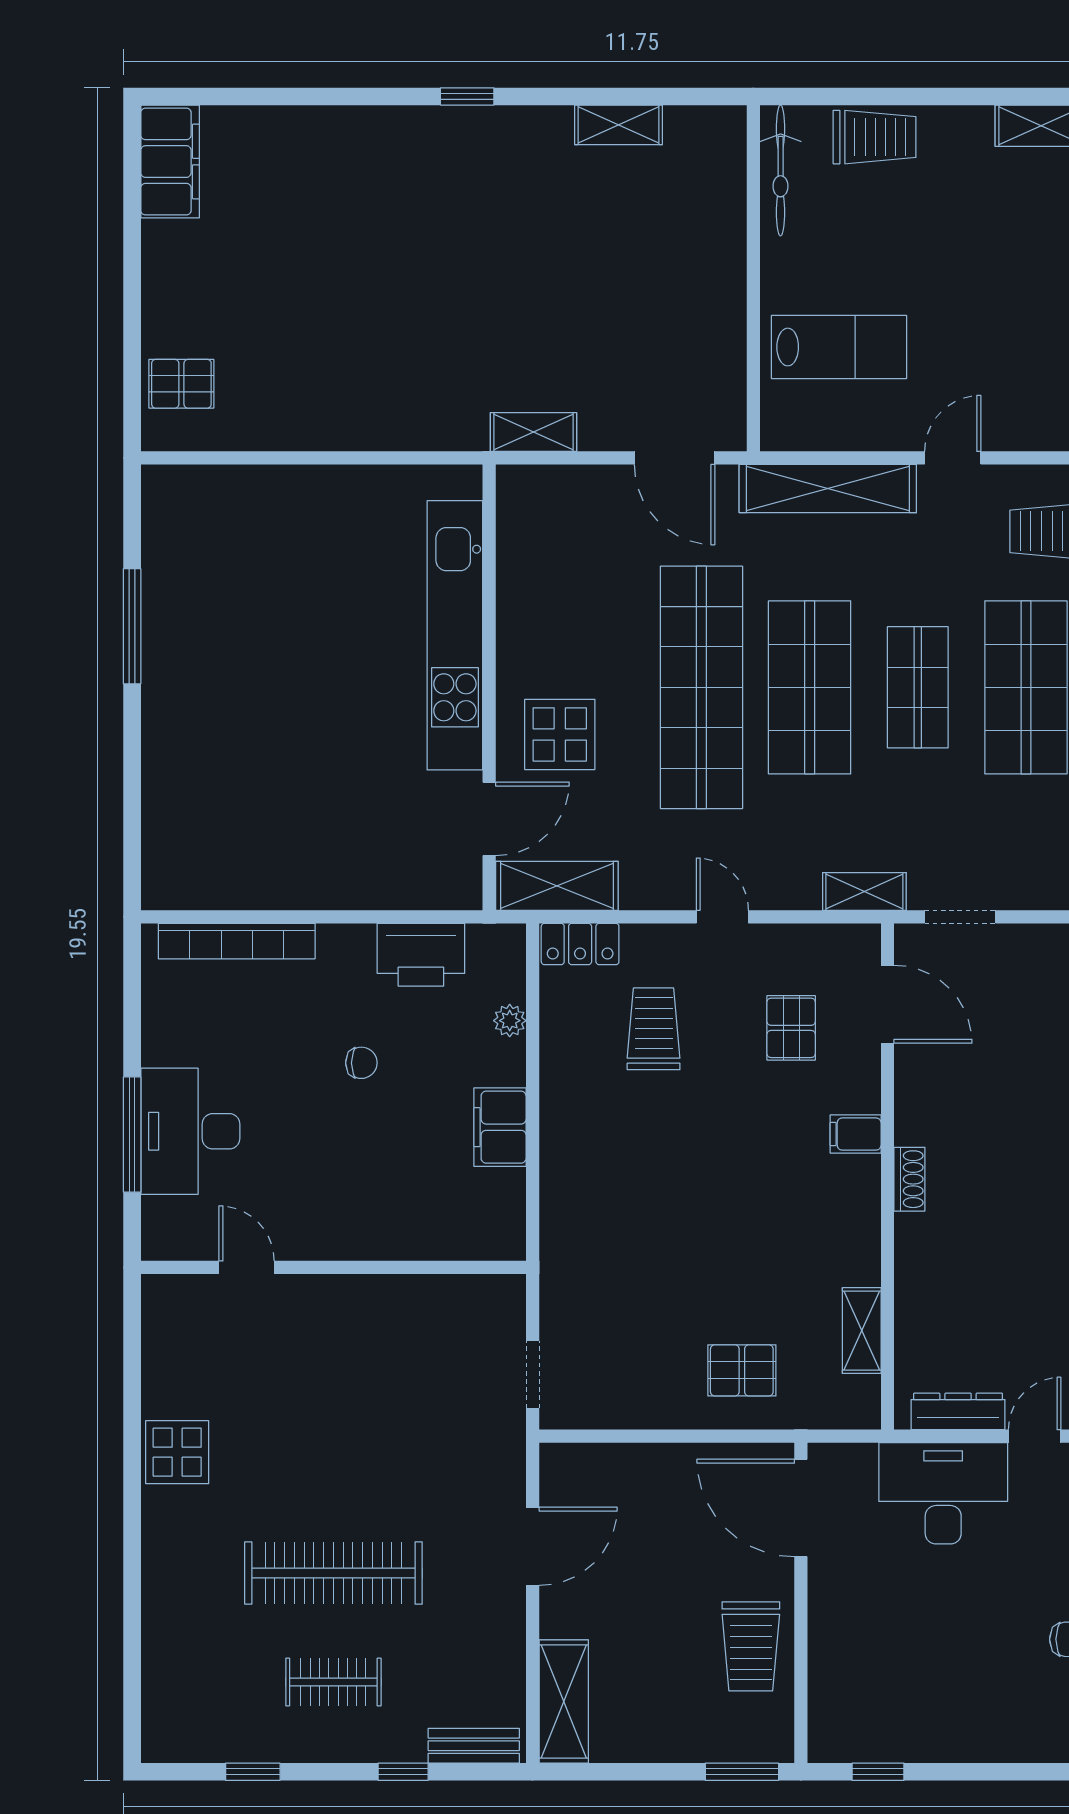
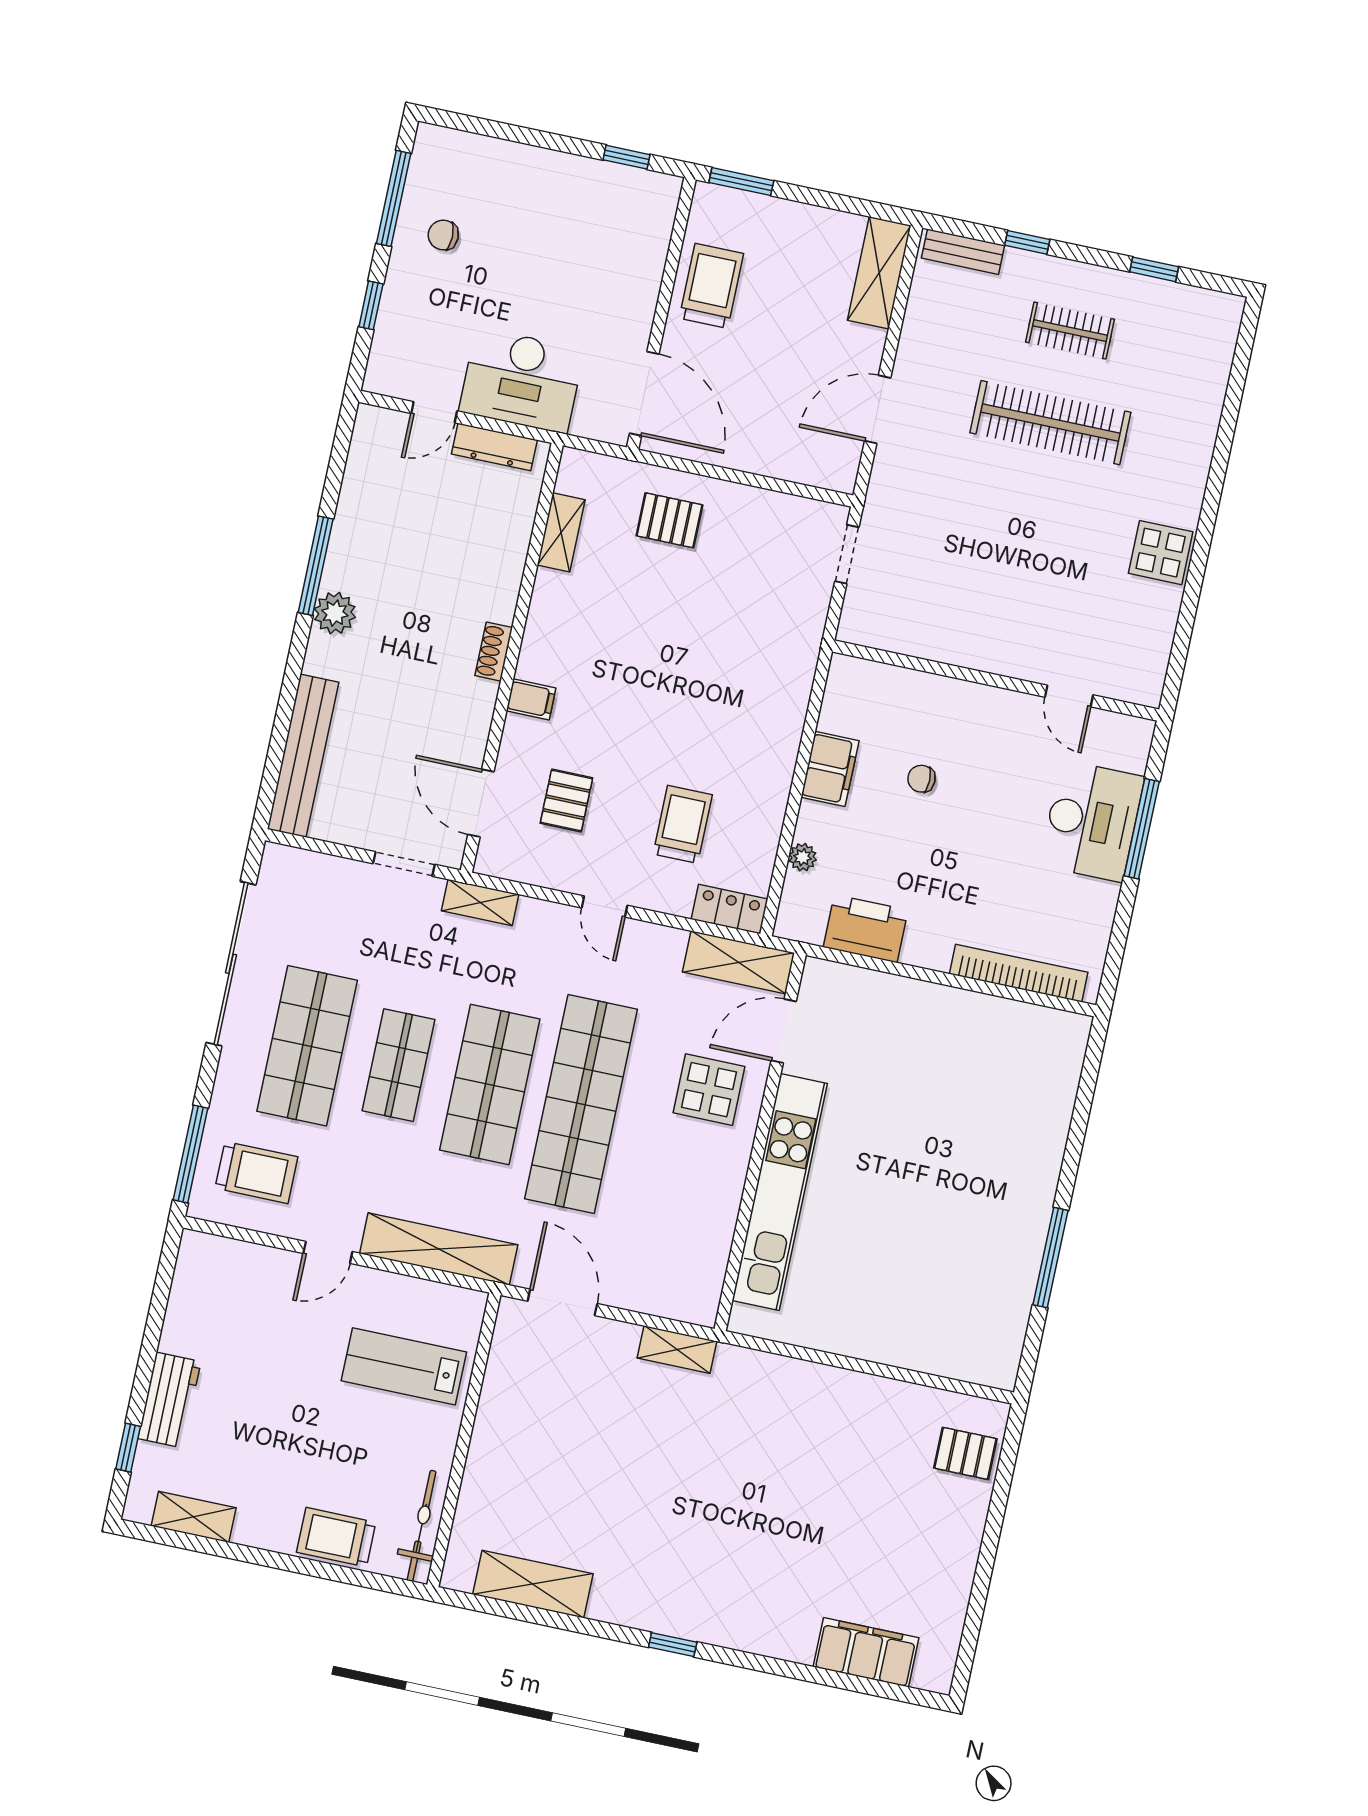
shelving: (618, 125) -> (533, 1584), width x1.50, depth x1.33
filing cabinet: (170, 162) -> (866, 1652), moved, turned 90
trolley: (654, 1029) -> (683, 824), turned 180
chair: (361, 1063) -> (921, 779), moved

